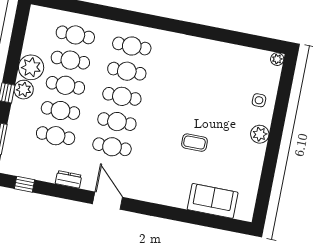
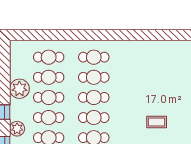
plant: (24, 90) -> (17, 129), moved

